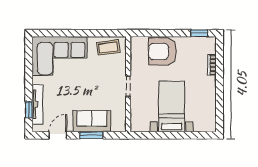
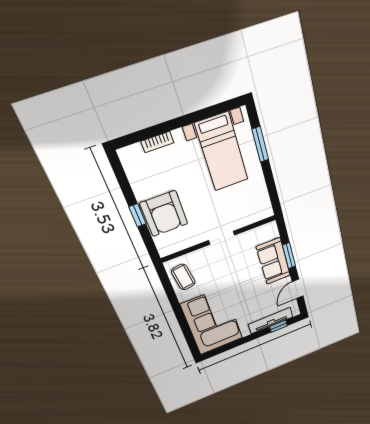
window: (199, 33) -> (137, 215), moved
bed with nightstands: (172, 106) -> (222, 152), moved, turned -90
door: (58, 135) -> (298, 289), hinge flipped
window: (187, 135) -> (260, 144), added

